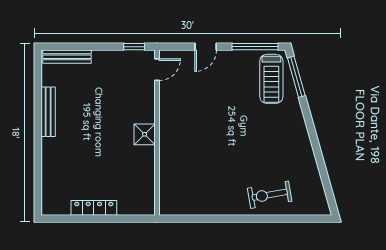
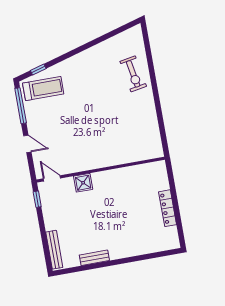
window: (296, 77) -> (38, 69), width x0.46
bench: (48, 112) -> (94, 258), width x0.73
shower: (145, 134) -> (83, 183), moved

